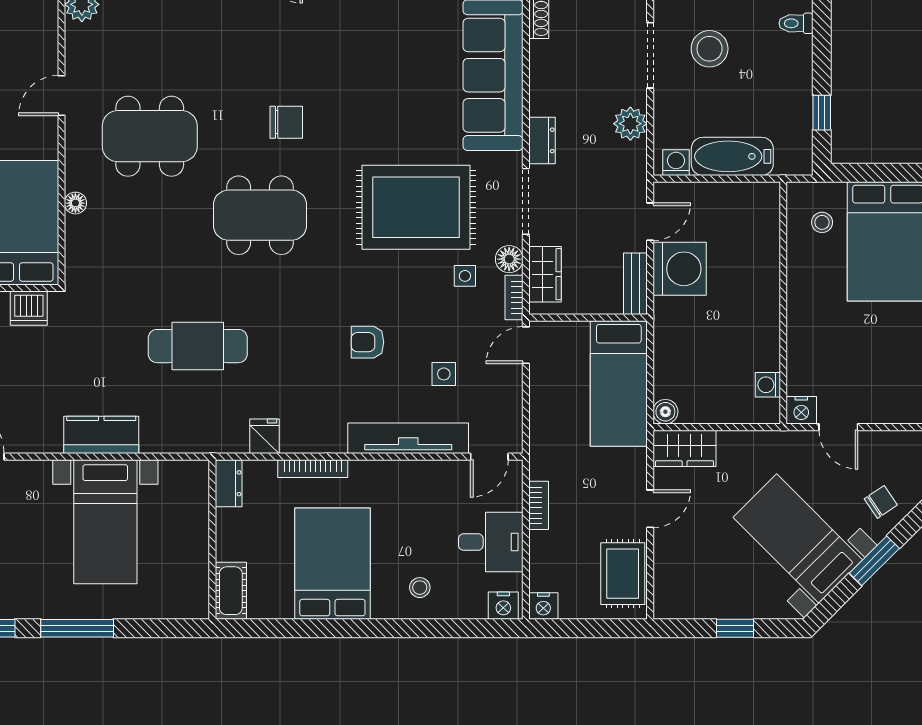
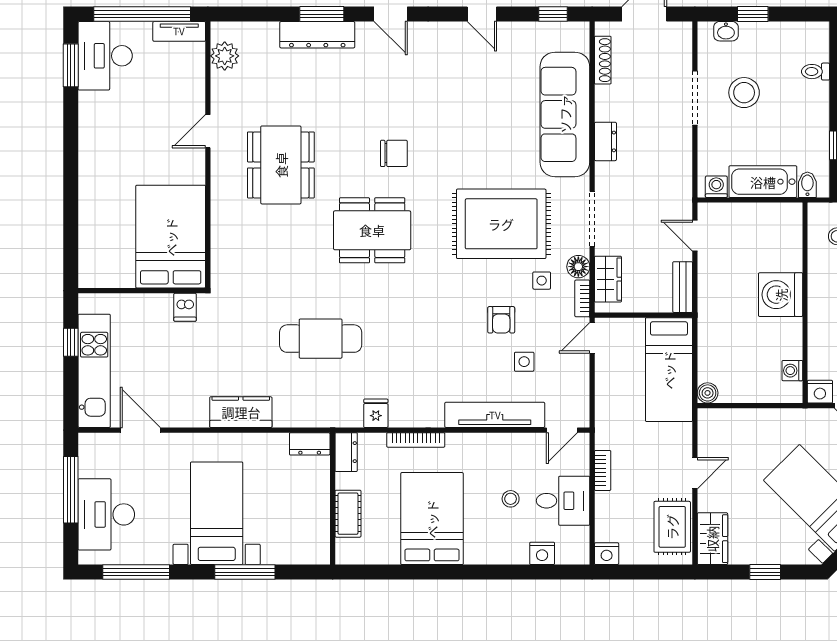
plant: (630, 124) -> (678, 155), removed
dining table: (150, 136) -> (281, 165), turned 90
dresser: (542, 140) -> (605, 141), moved
bidet: (786, 160) -> (807, 185), added
floor lamp: (75, 203) -> (219, 220), removed
door: (650, 222) -> (695, 236), swing flipped
washing machine: (680, 269) -> (781, 295), moved, turned 180
dishwasher: (29, 308) -> (185, 307), width x0.73
armchair: (368, 342) -> (501, 320), moved, turned -90
wardrobe: (685, 448) -> (712, 539), moved, turned -90
dresser: (185, 473) -> (310, 444), added
bed with nightstands: (105, 522) -> (217, 513), moved, turned 180
stool: (420, 588) -> (511, 499), moved
cot: (231, 591) -> (348, 514), moved
nightstand: (503, 606) -> (542, 553), moved
window: (77, 628) -> (245, 572), moved

